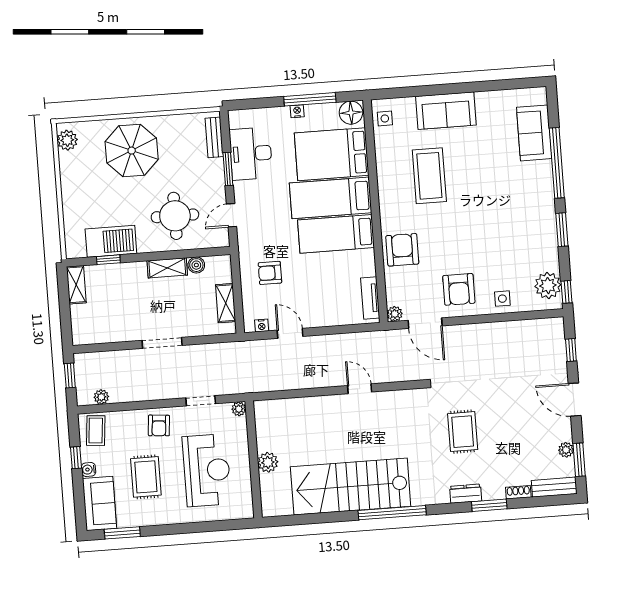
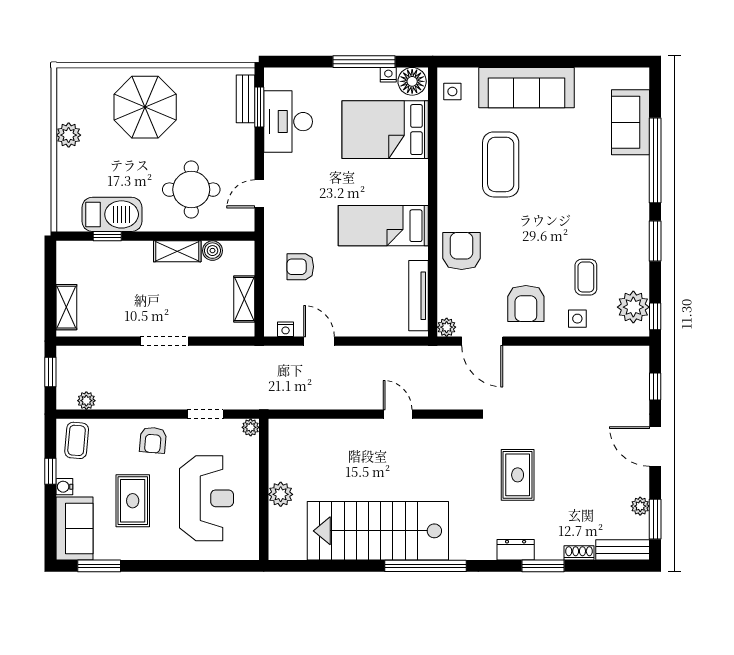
nightstand: (297, 111) -> (388, 75), moved
sofa: (446, 111) -> (527, 88), width x1.36
plant: (67, 140) -> (69, 135), moved
window: (228, 169) -> (259, 107), moved
bed: (331, 198) -> (380, 182), removed
coffee table: (507, 264) -> (586, 277), added
shelving: (76, 285) -> (66, 307), moved
tv unit: (370, 298) -> (419, 296), width x1.41

